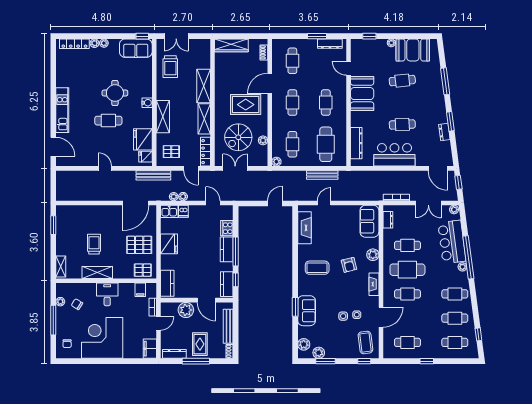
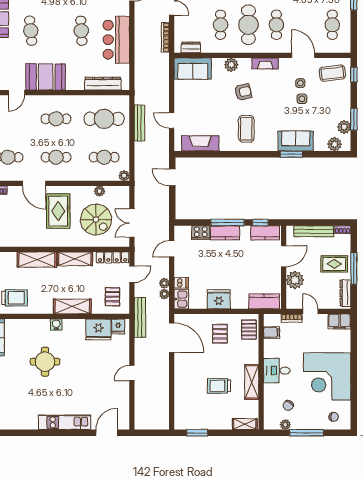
cafe table: (108, 121) -> (77, 369), removed
pallet: (139, 245) -> (220, 334), width x0.67, depth x0.71

